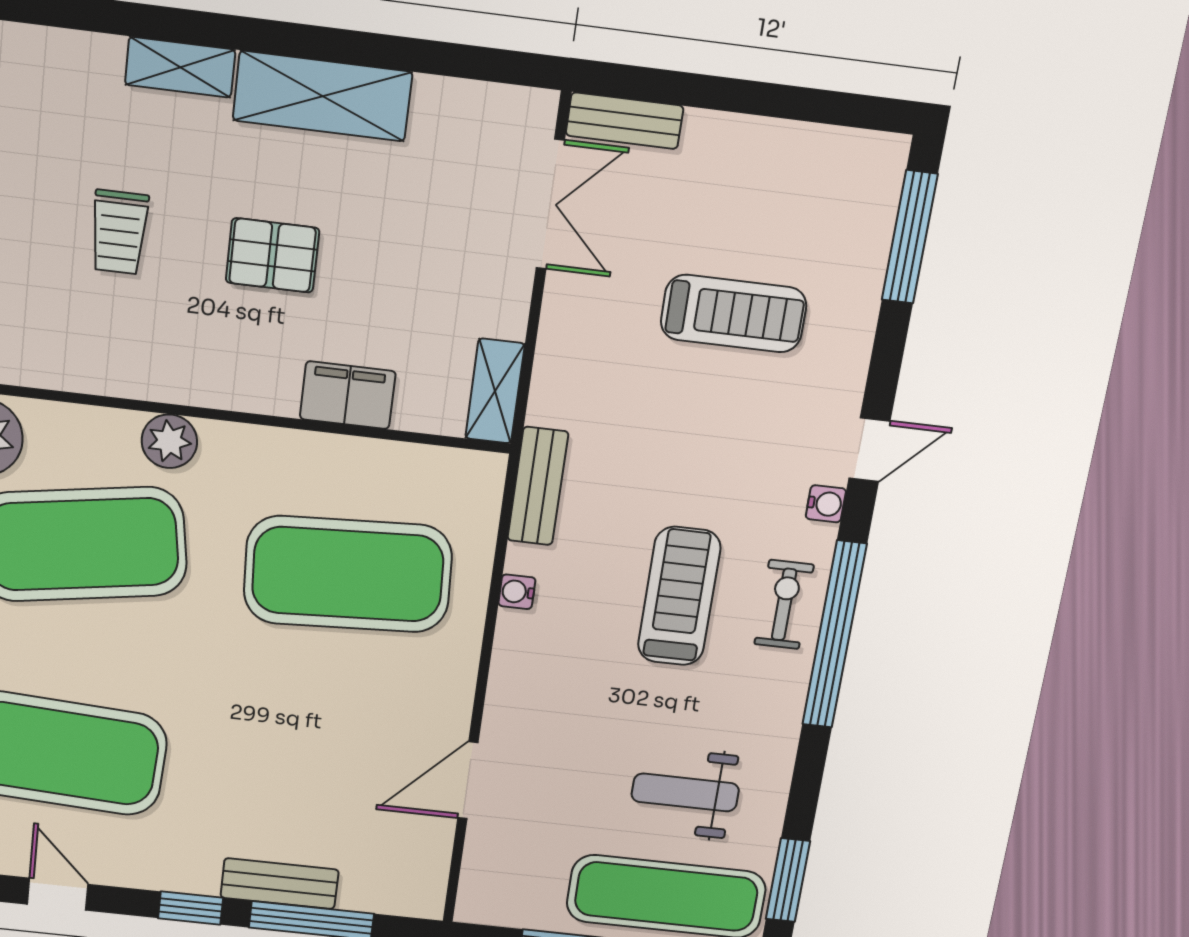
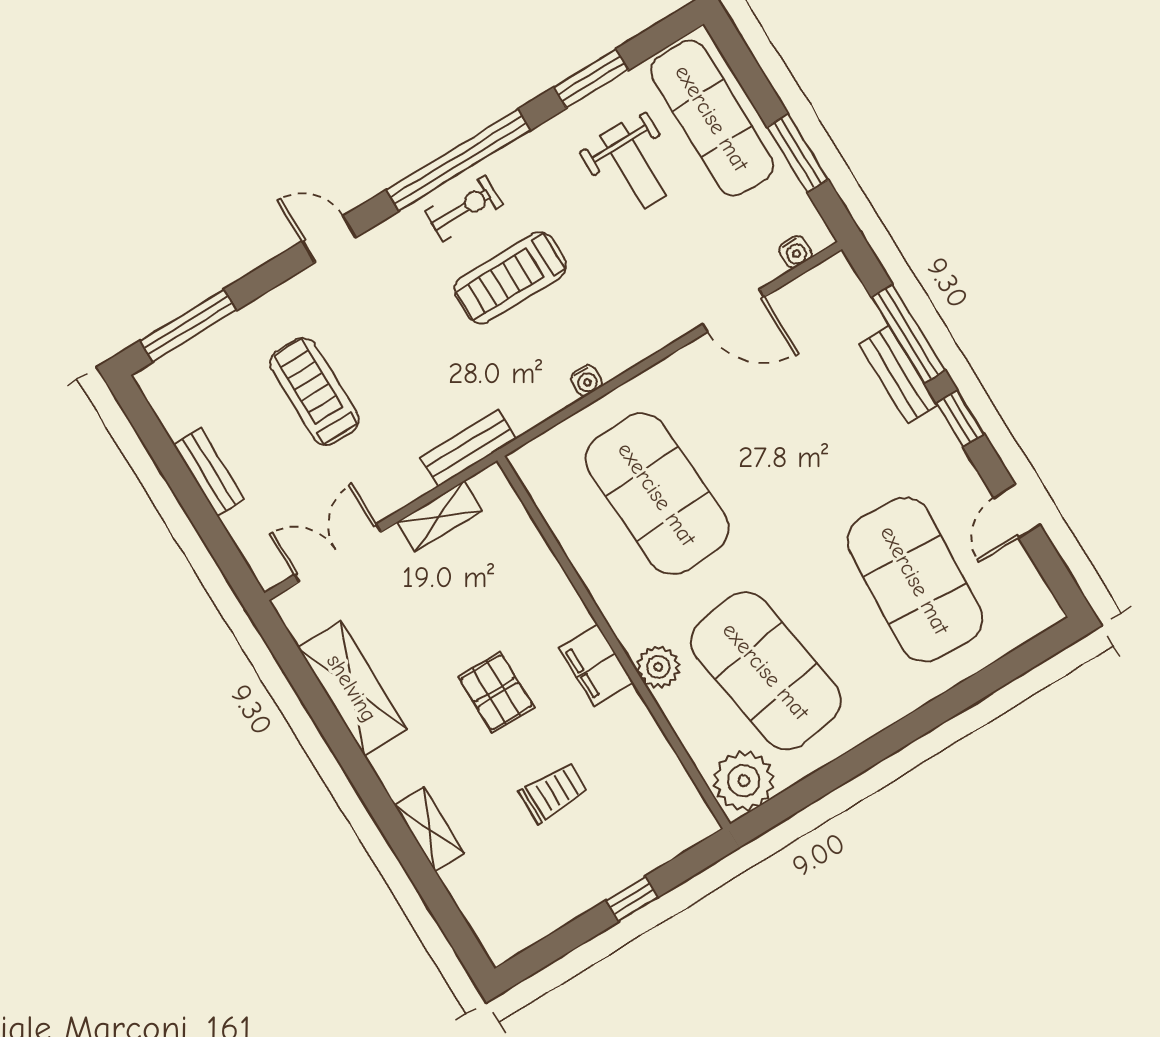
shelving: (323, 96) -> (352, 688), moved
bench: (625, 121) -> (209, 472), moved
shelving: (495, 391) -> (440, 516), moved
filing cabinet: (348, 395) -> (596, 665), moved
bench: (538, 486) -> (468, 448), moved
water cooler: (826, 504) -> (795, 252), moved, turned 180
exercise bike: (784, 604) -> (464, 208), turned 180
window: (788, 880) -> (591, 79), moved

